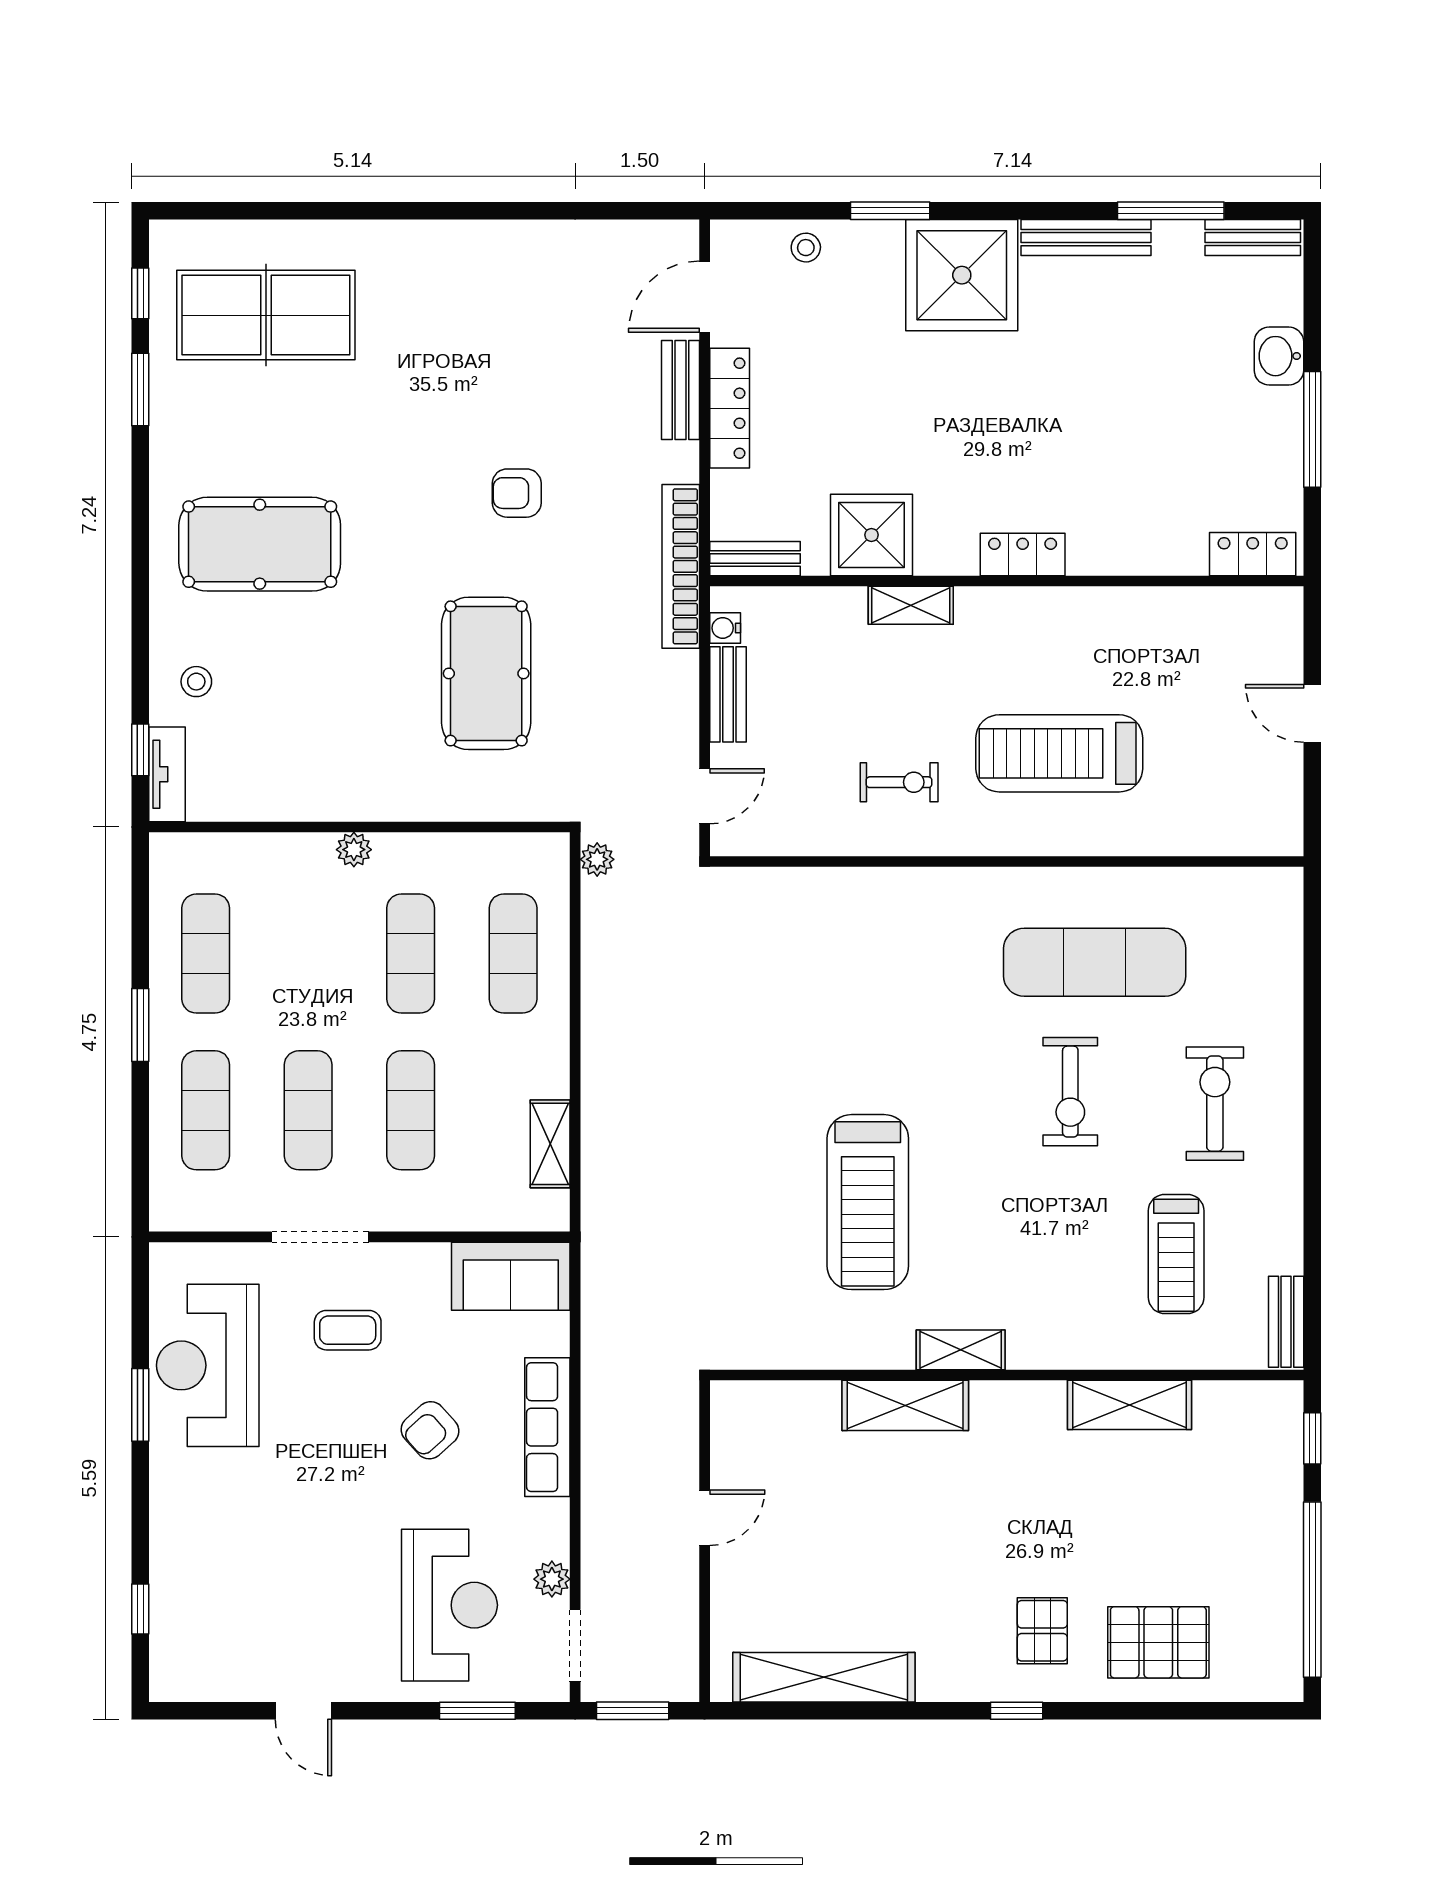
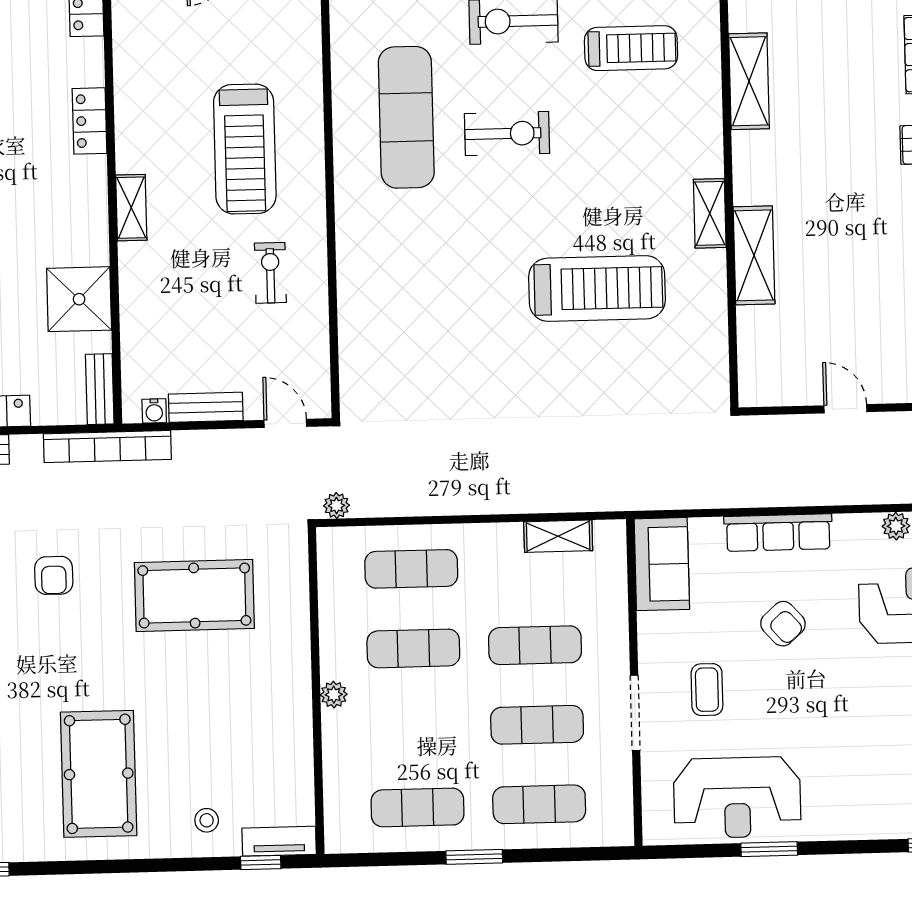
locker: (1023, 554) -> (90, 121), moved
shelving: (911, 605) -> (131, 208), moved

